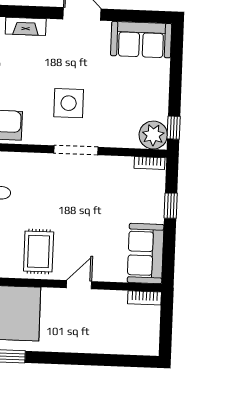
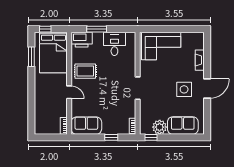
sofa: (141, 40) -> (183, 126), moved, turned 90
side table: (69, 103) -> (184, 89), moved
plant: (153, 135) -> (160, 127), moved

